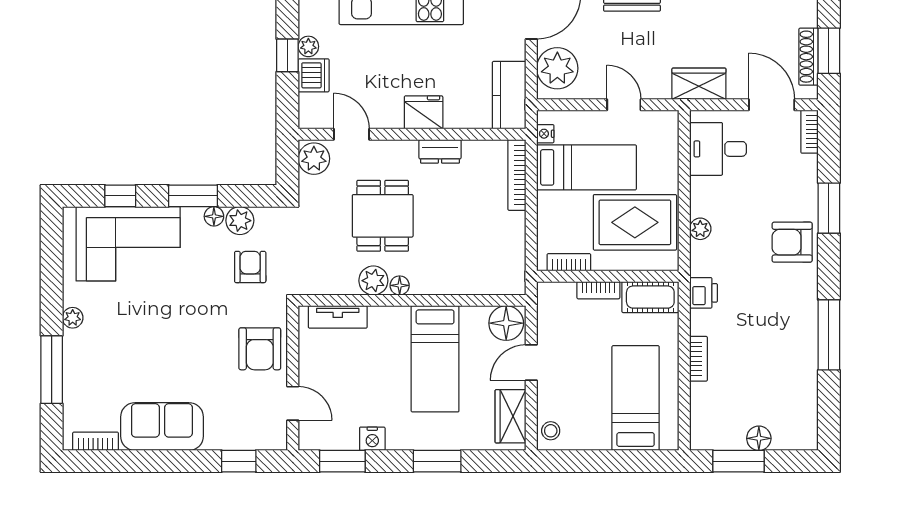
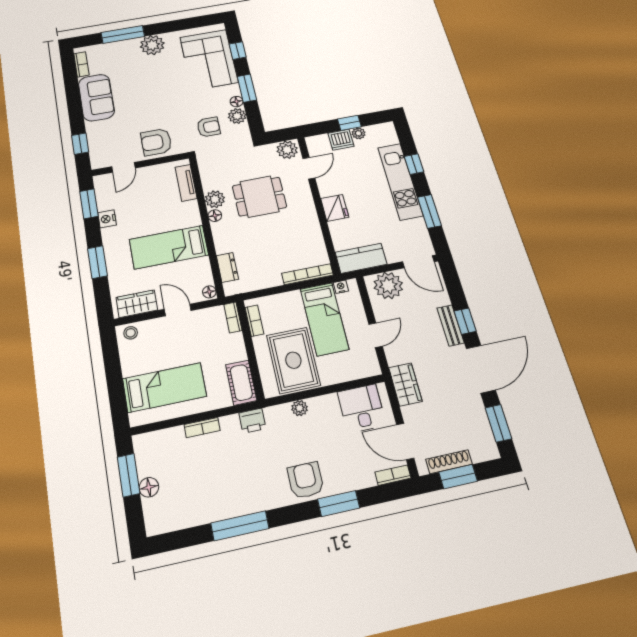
door: (772, 105) -> (405, 441), swing flipped
dresser: (440, 151) -> (227, 267), moved, turned 180
bookcase: (598, 290) -> (233, 317), moved
plant: (73, 318) -> (152, 45), width x1.88, depth x1.88
floor lamp: (506, 323) -> (209, 292), width x0.53, depth x0.53

